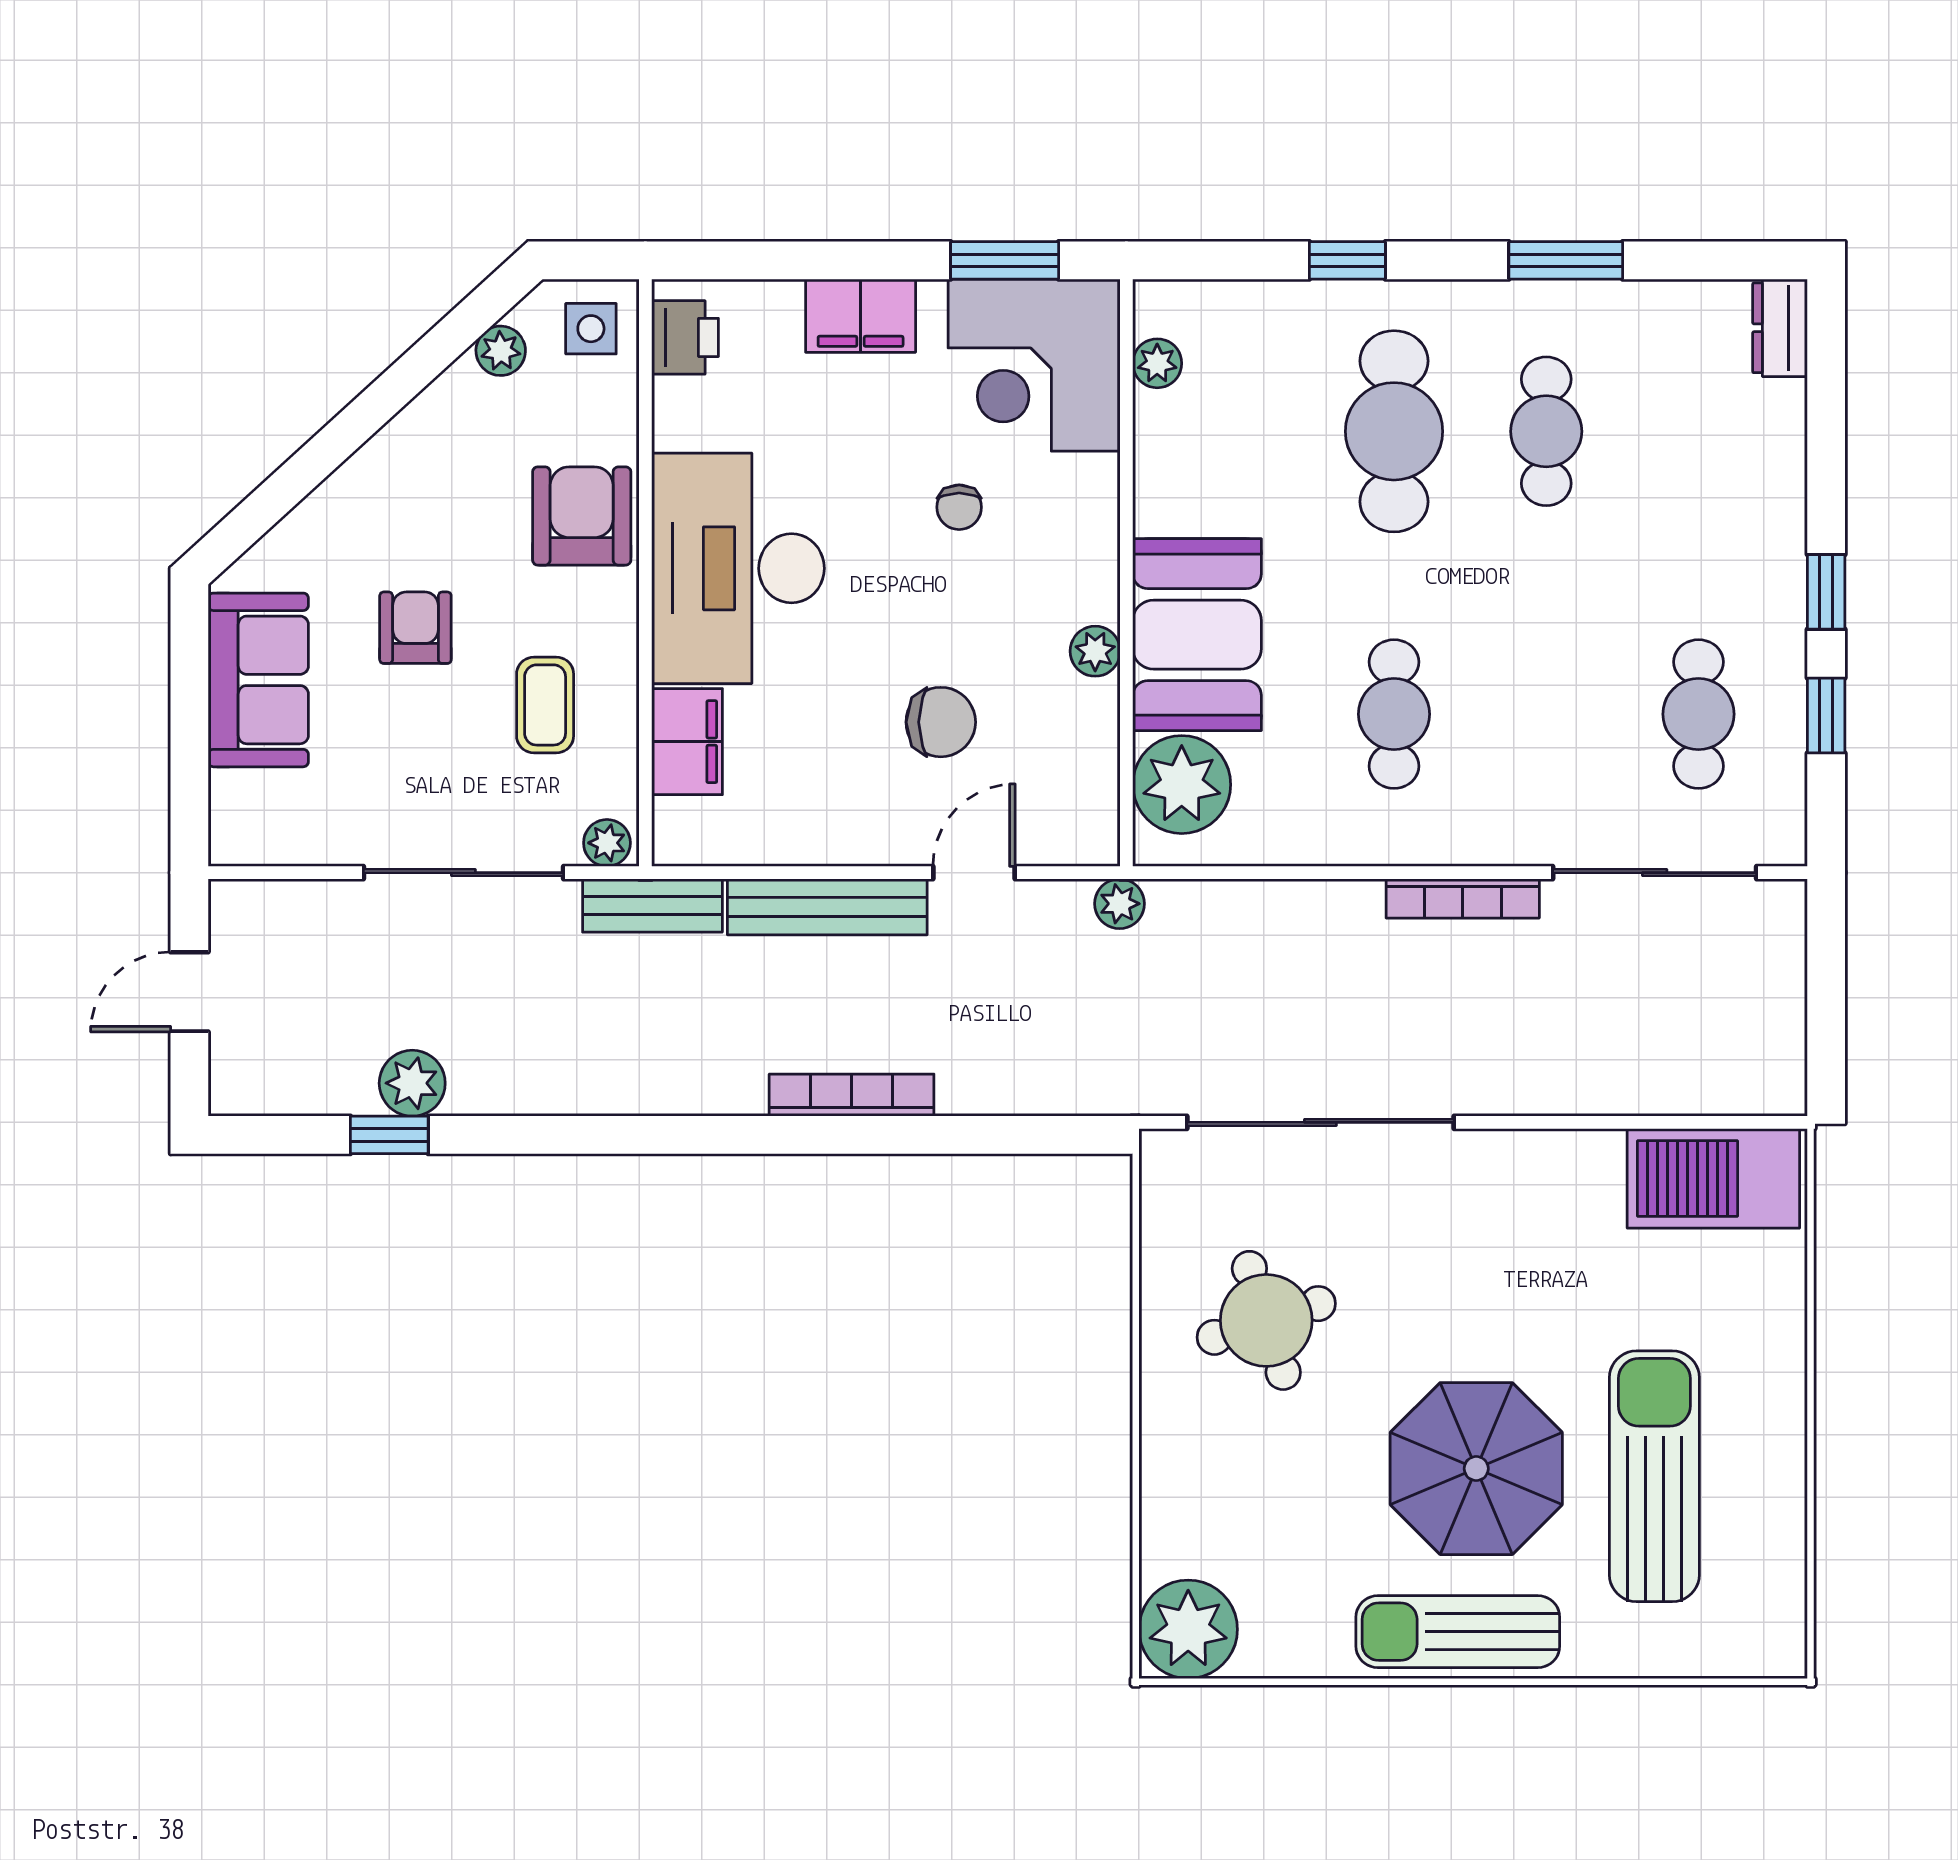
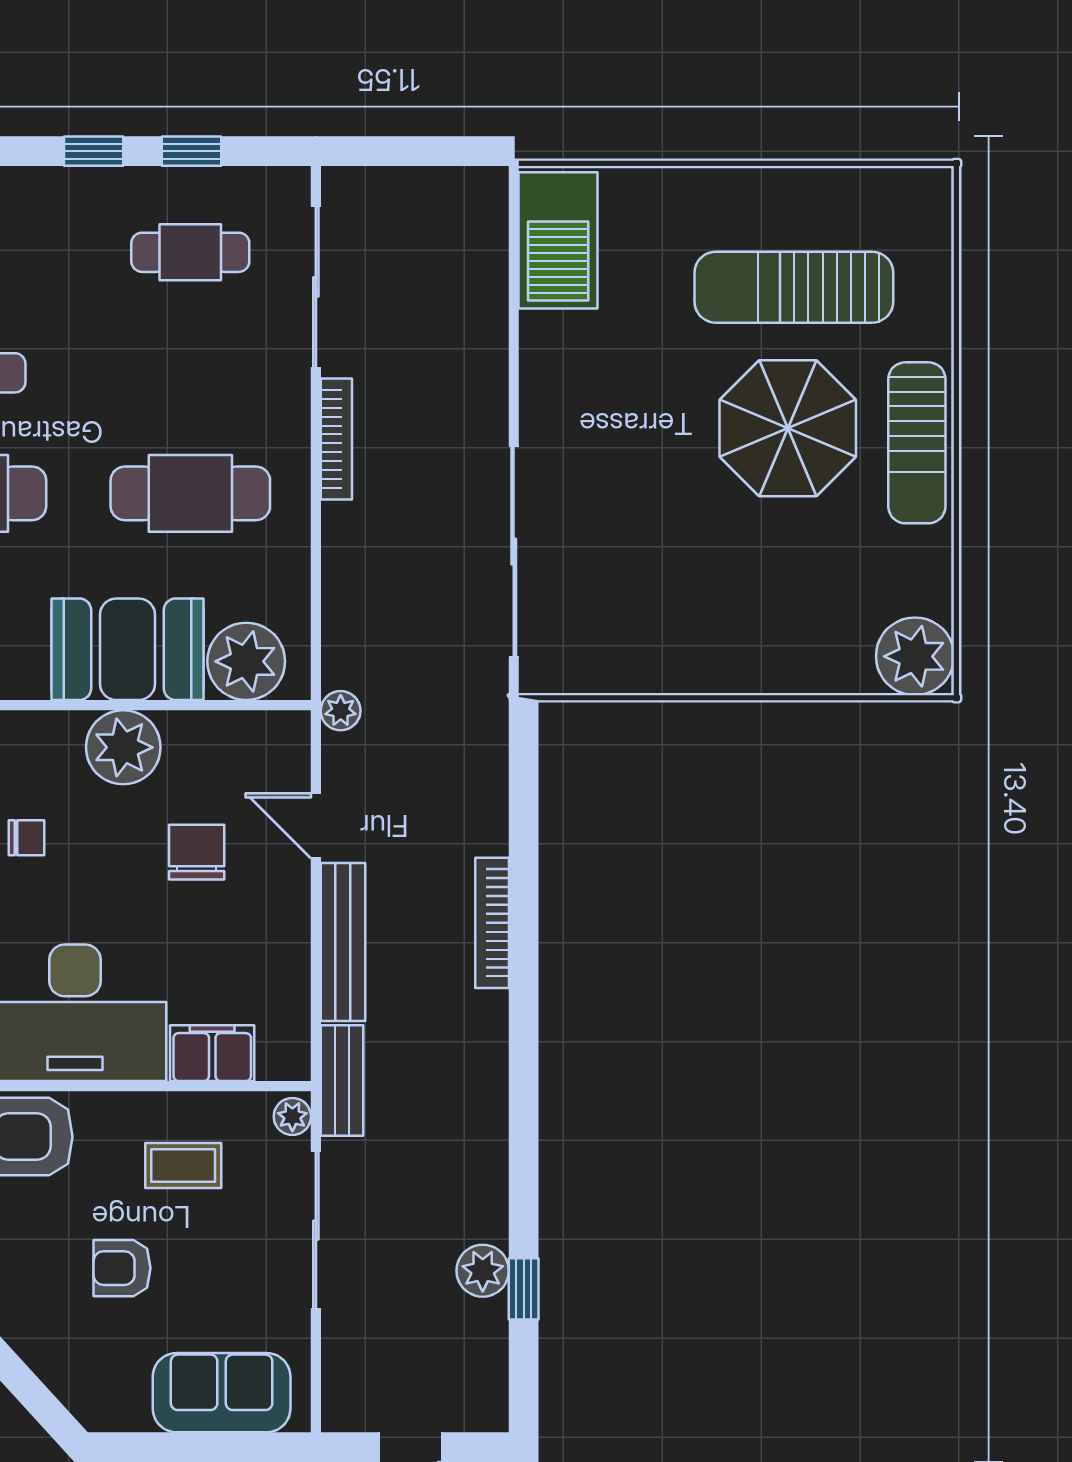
plant: (1095, 651) -> (123, 747), width x1.88, depth x1.88
sofa: (258, 680) -> (222, 1393), moved
cafe table: (1394, 714) -> (190, 493), width x1.37, depth x1.35
round table: (1266, 1320) -> (670, 594), removed

